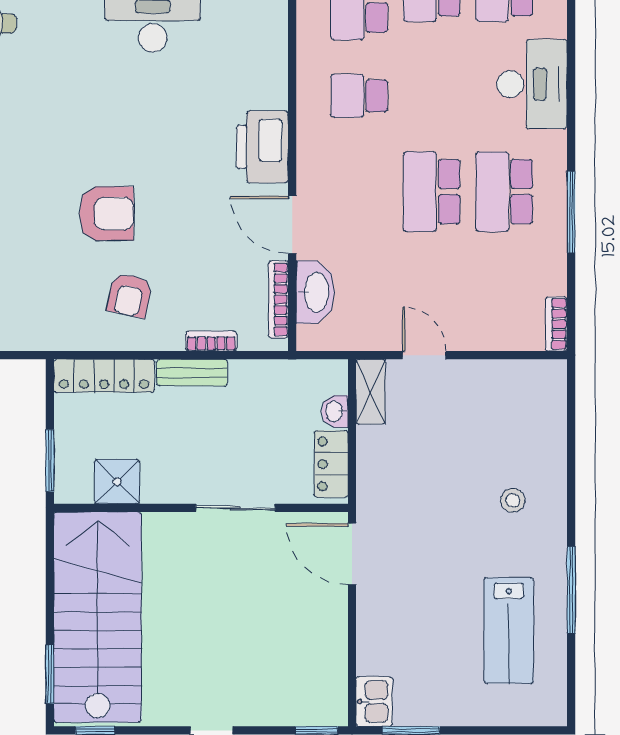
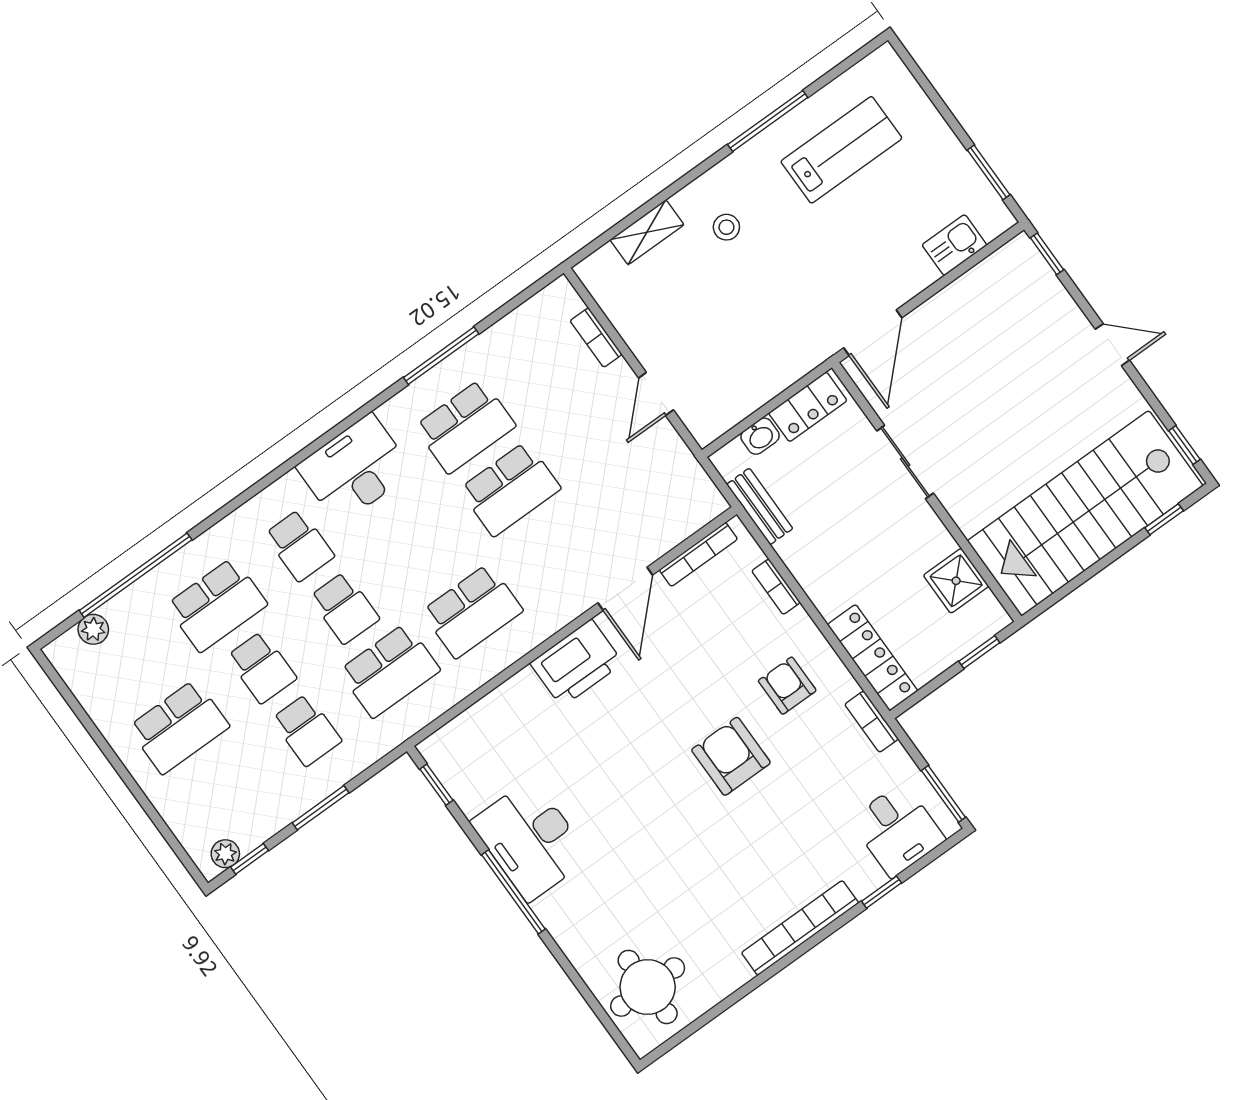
school desk: (359, 96) -> (472, 611), width x1.85
washbasin: (315, 292) -> (669, 527), removed
armchair: (130, 295) -> (787, 686), turned -102
bookcase: (556, 324) -> (596, 338), moved, turned 90
bookcase: (56, 340) -> (872, 722), added
bench: (192, 373) -> (760, 506), moved
shelving: (371, 392) -> (647, 232), moved
window: (50, 460) -> (979, 652), width x0.67
window: (50, 674) -> (1164, 519), width x0.67
kitchen sink: (374, 701) -> (954, 245), moved

